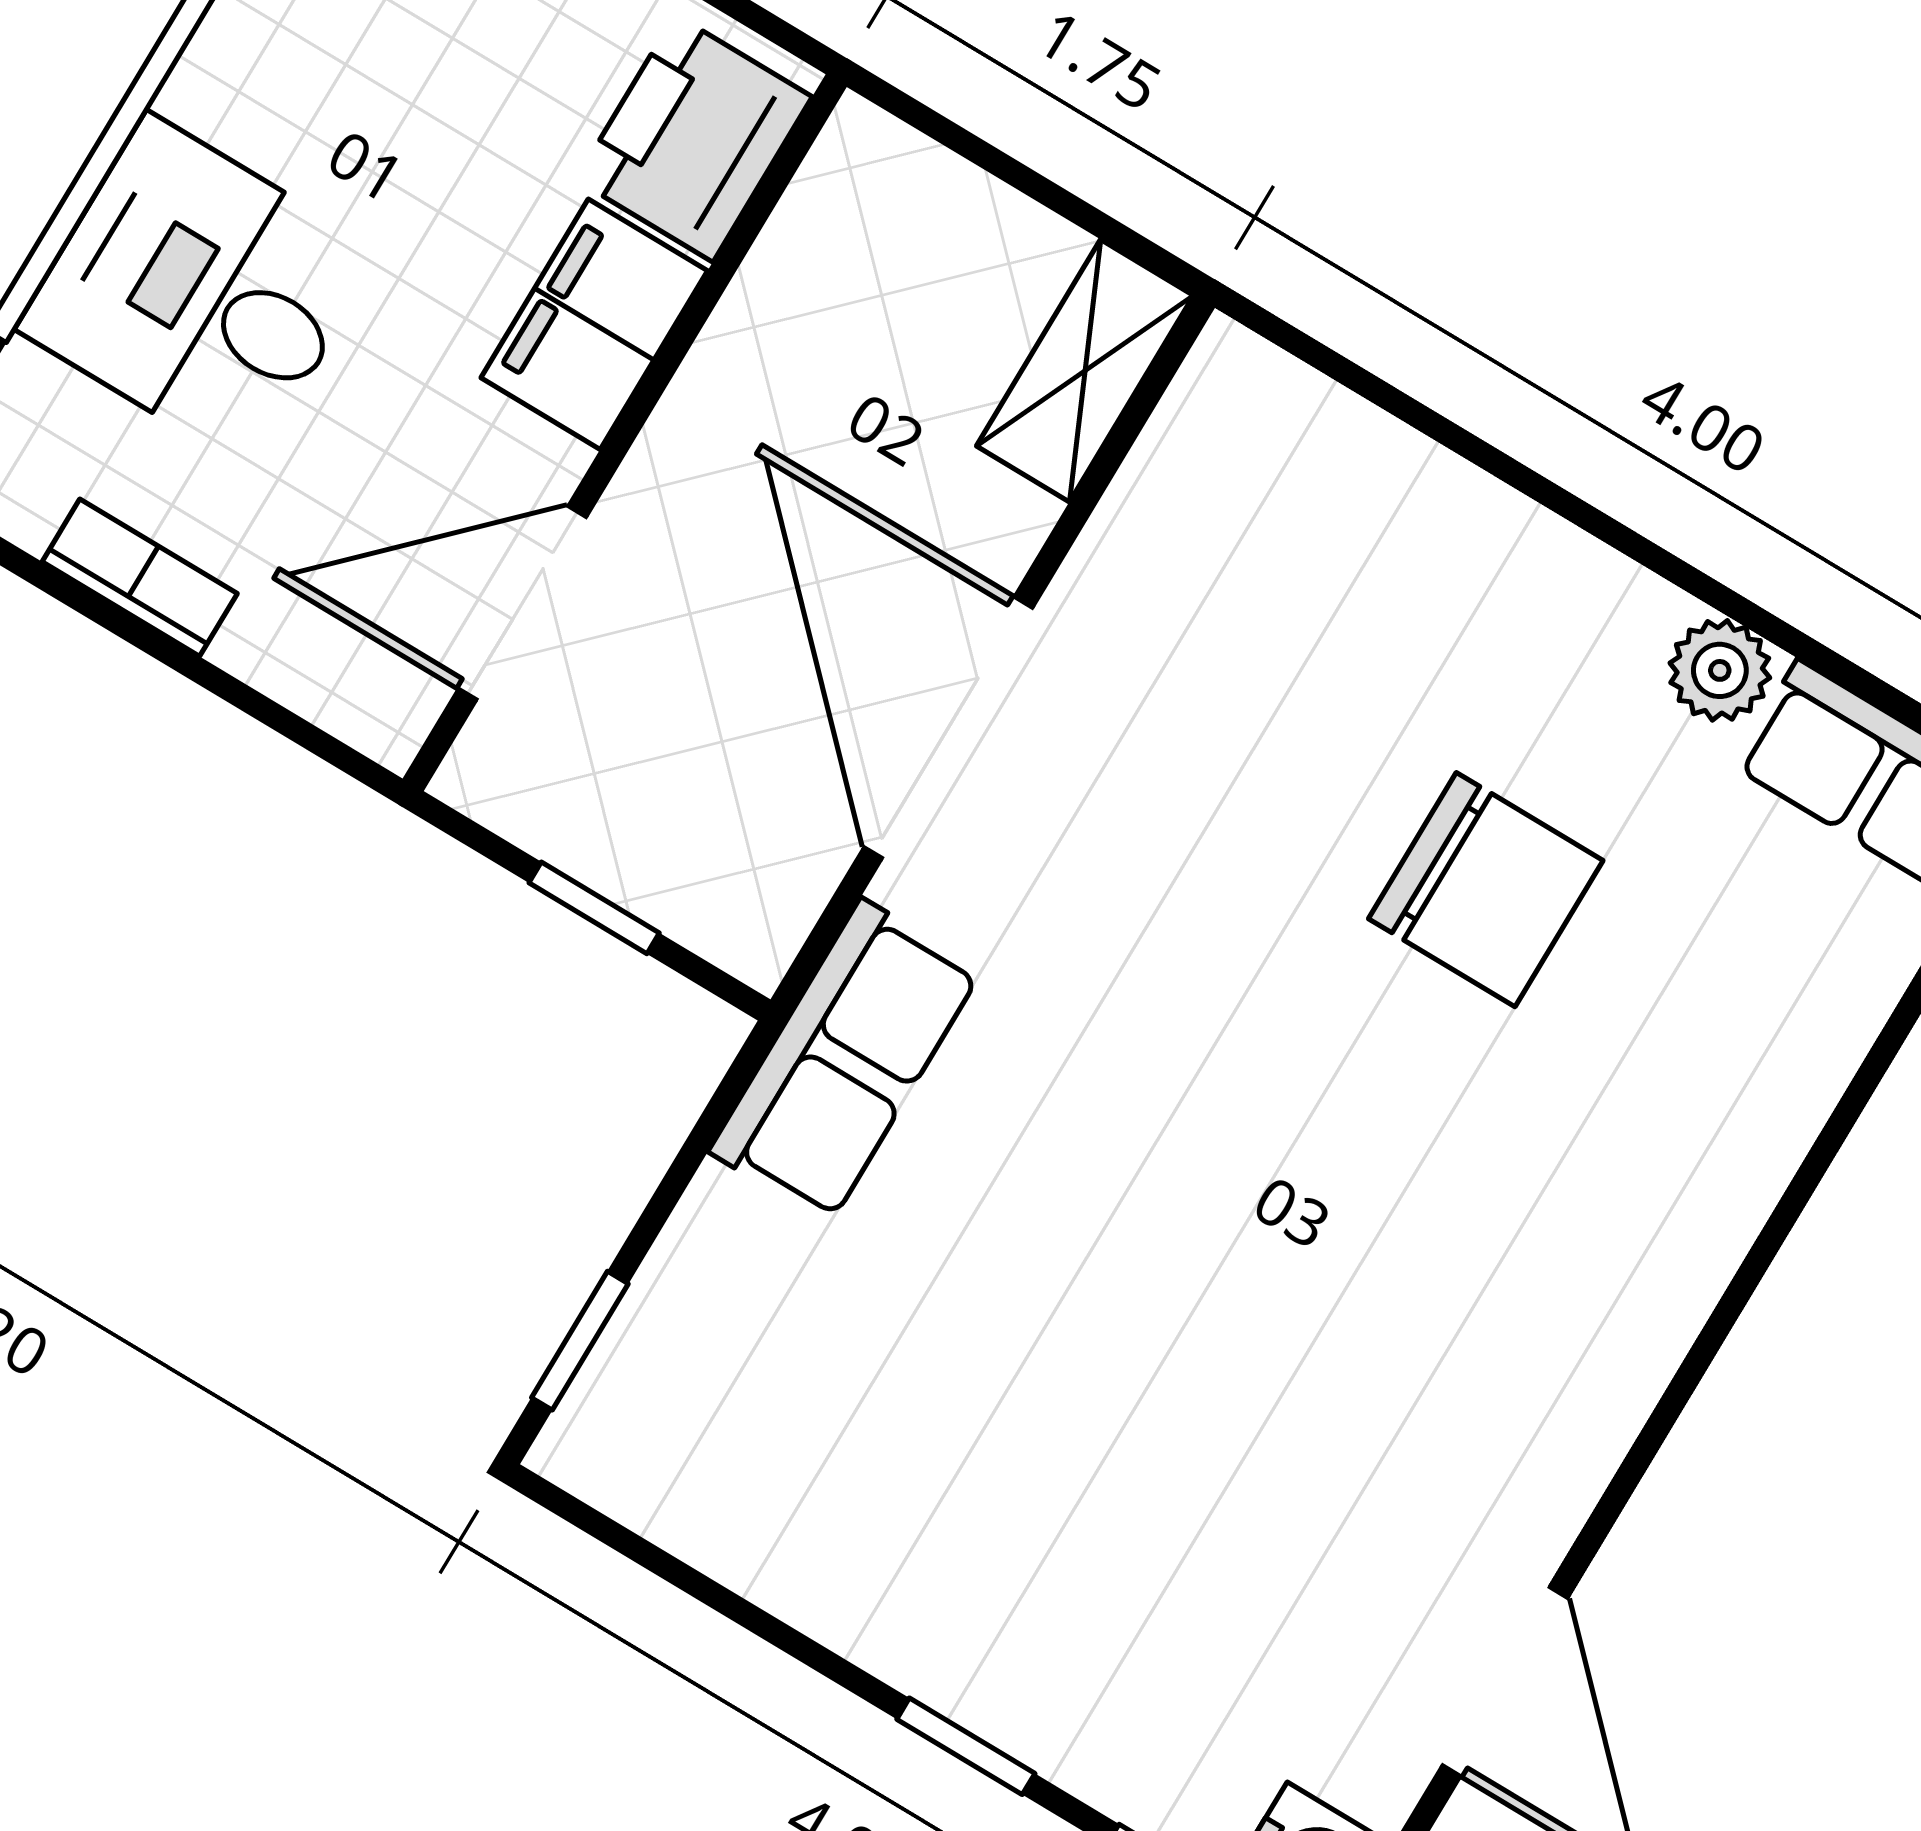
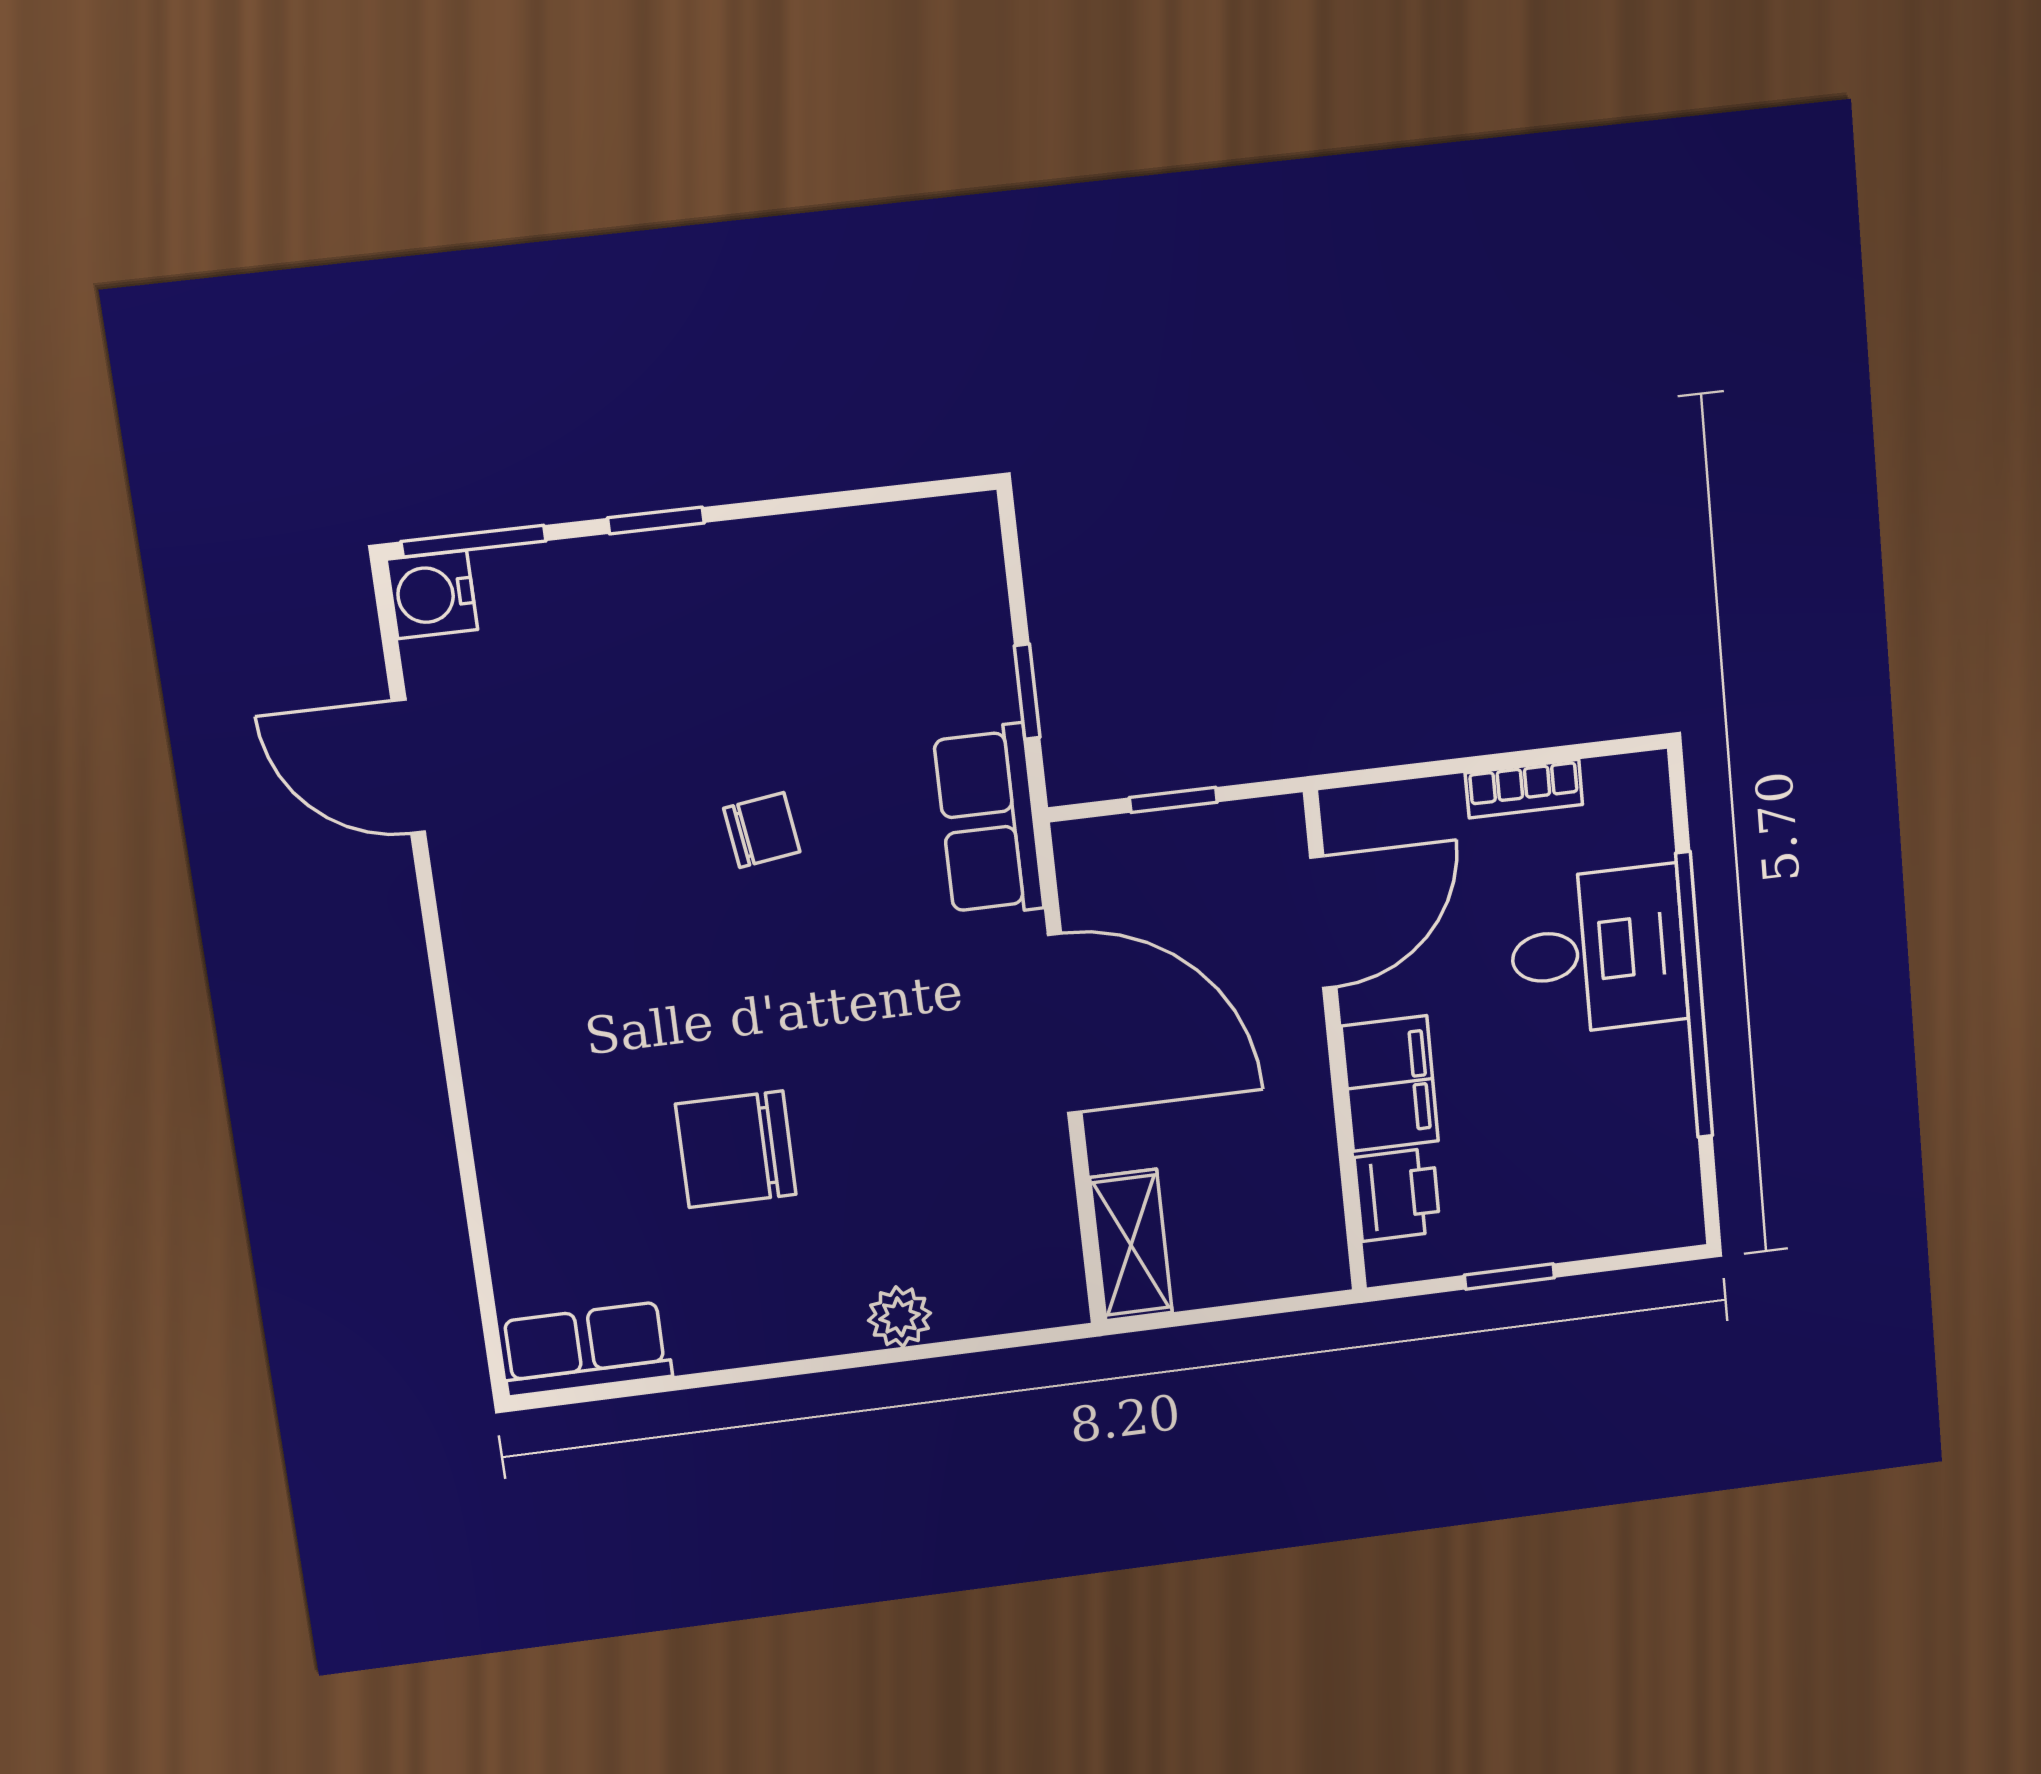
printer: (694, 138) -> (1397, 1195), width x0.73, depth x0.81
plant: (1720, 670) -> (899, 1317), moved
chair: (1136, 1268) -> (762, 830), added
window: (580, 1341) -> (1027, 692), moved

